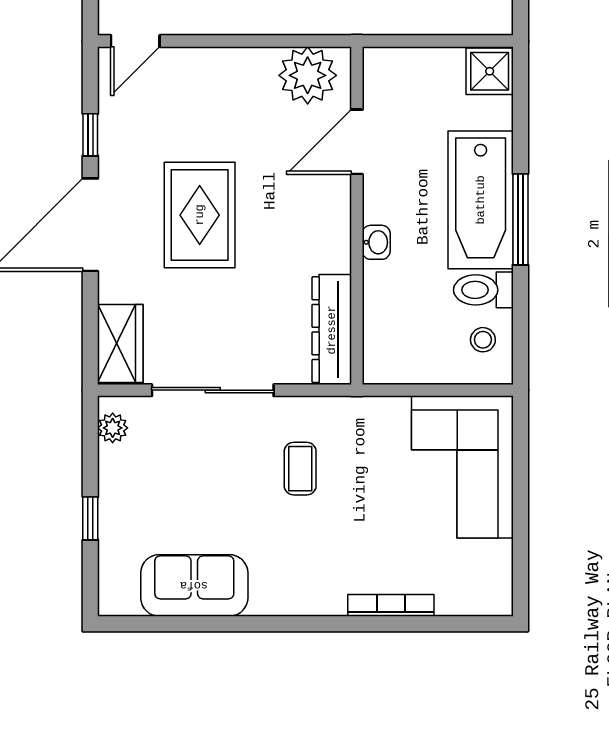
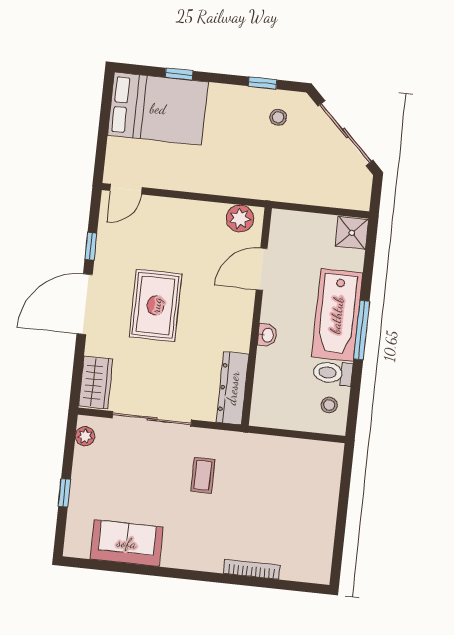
plant: (308, 75) -> (240, 219), width x0.73, depth x0.73
corner sofa: (462, 467) -> (307, 485), removed

